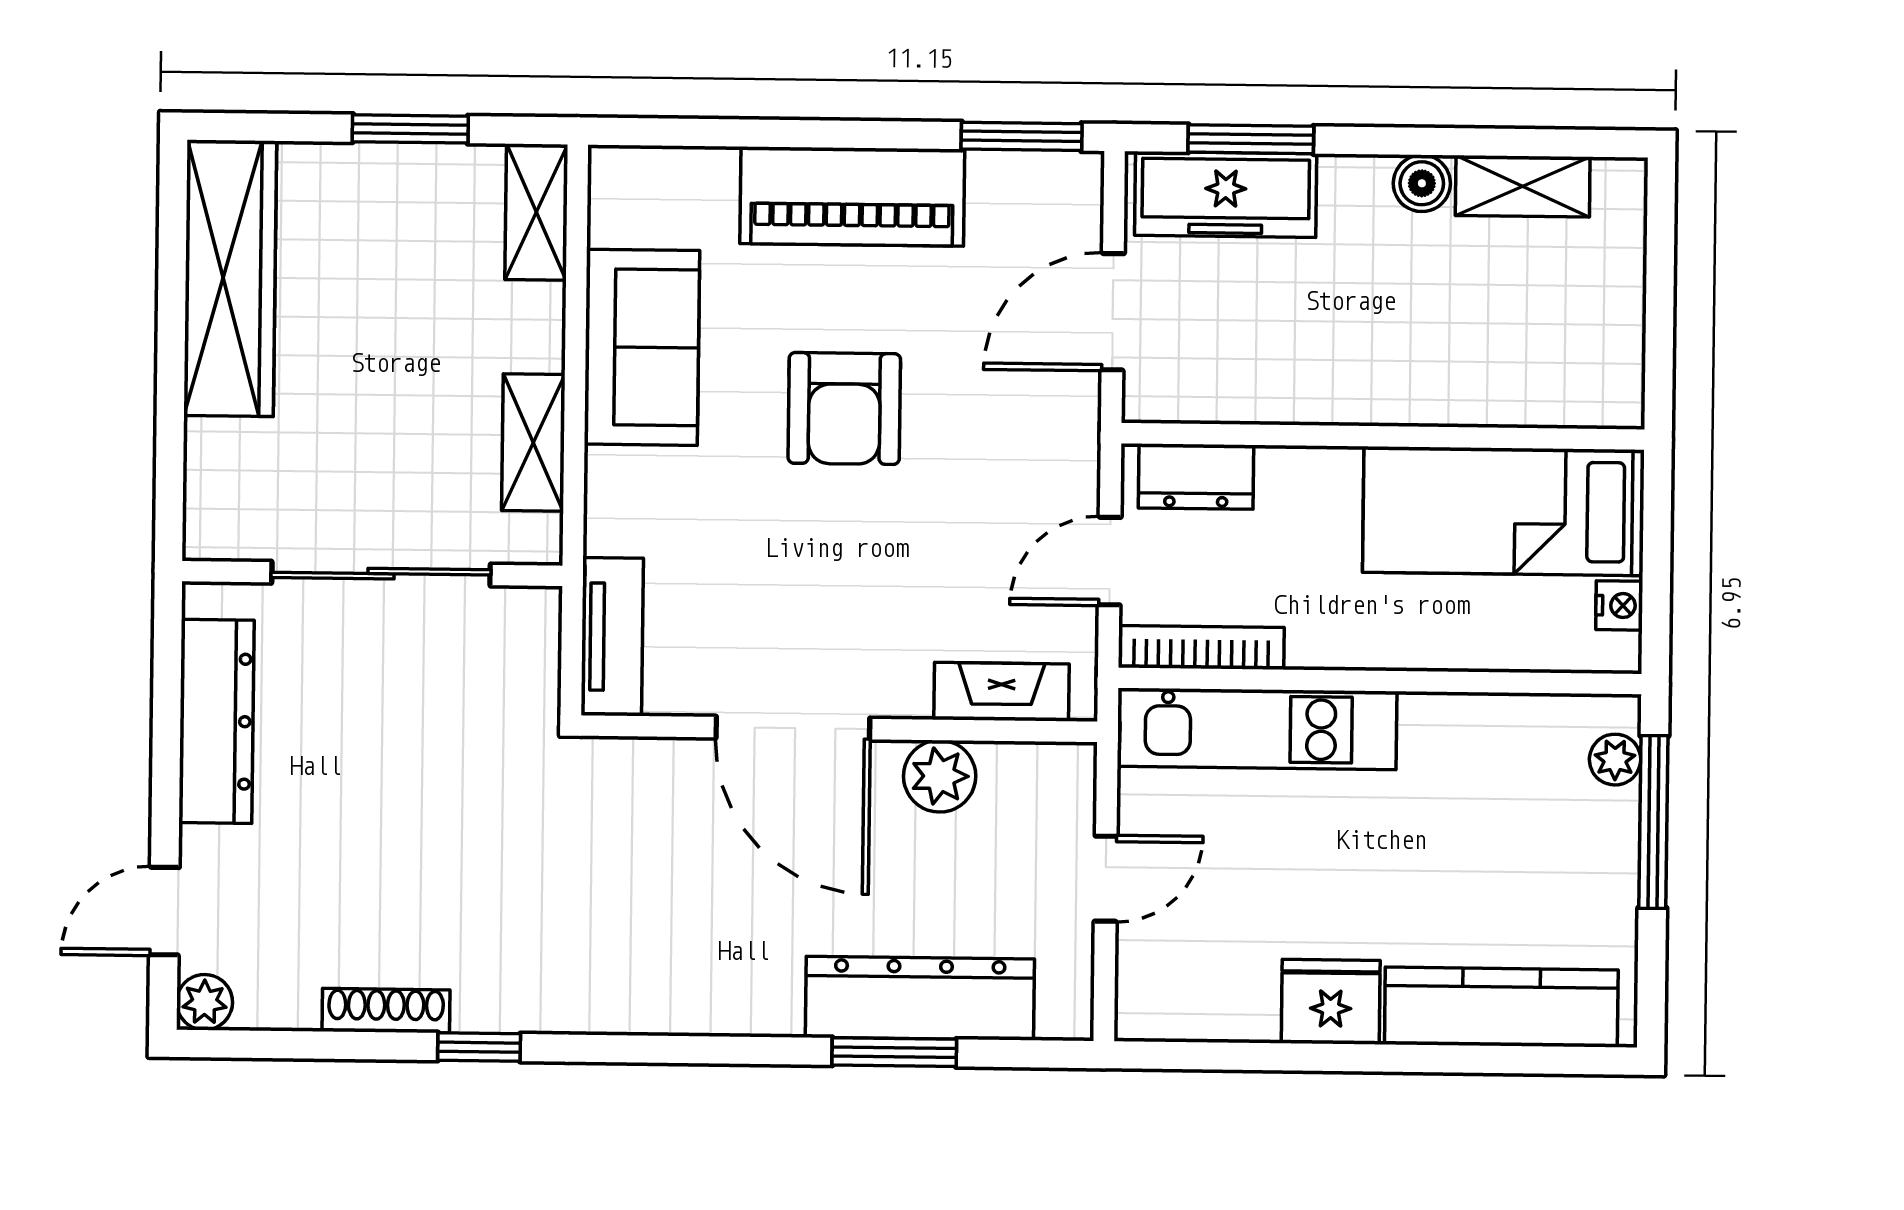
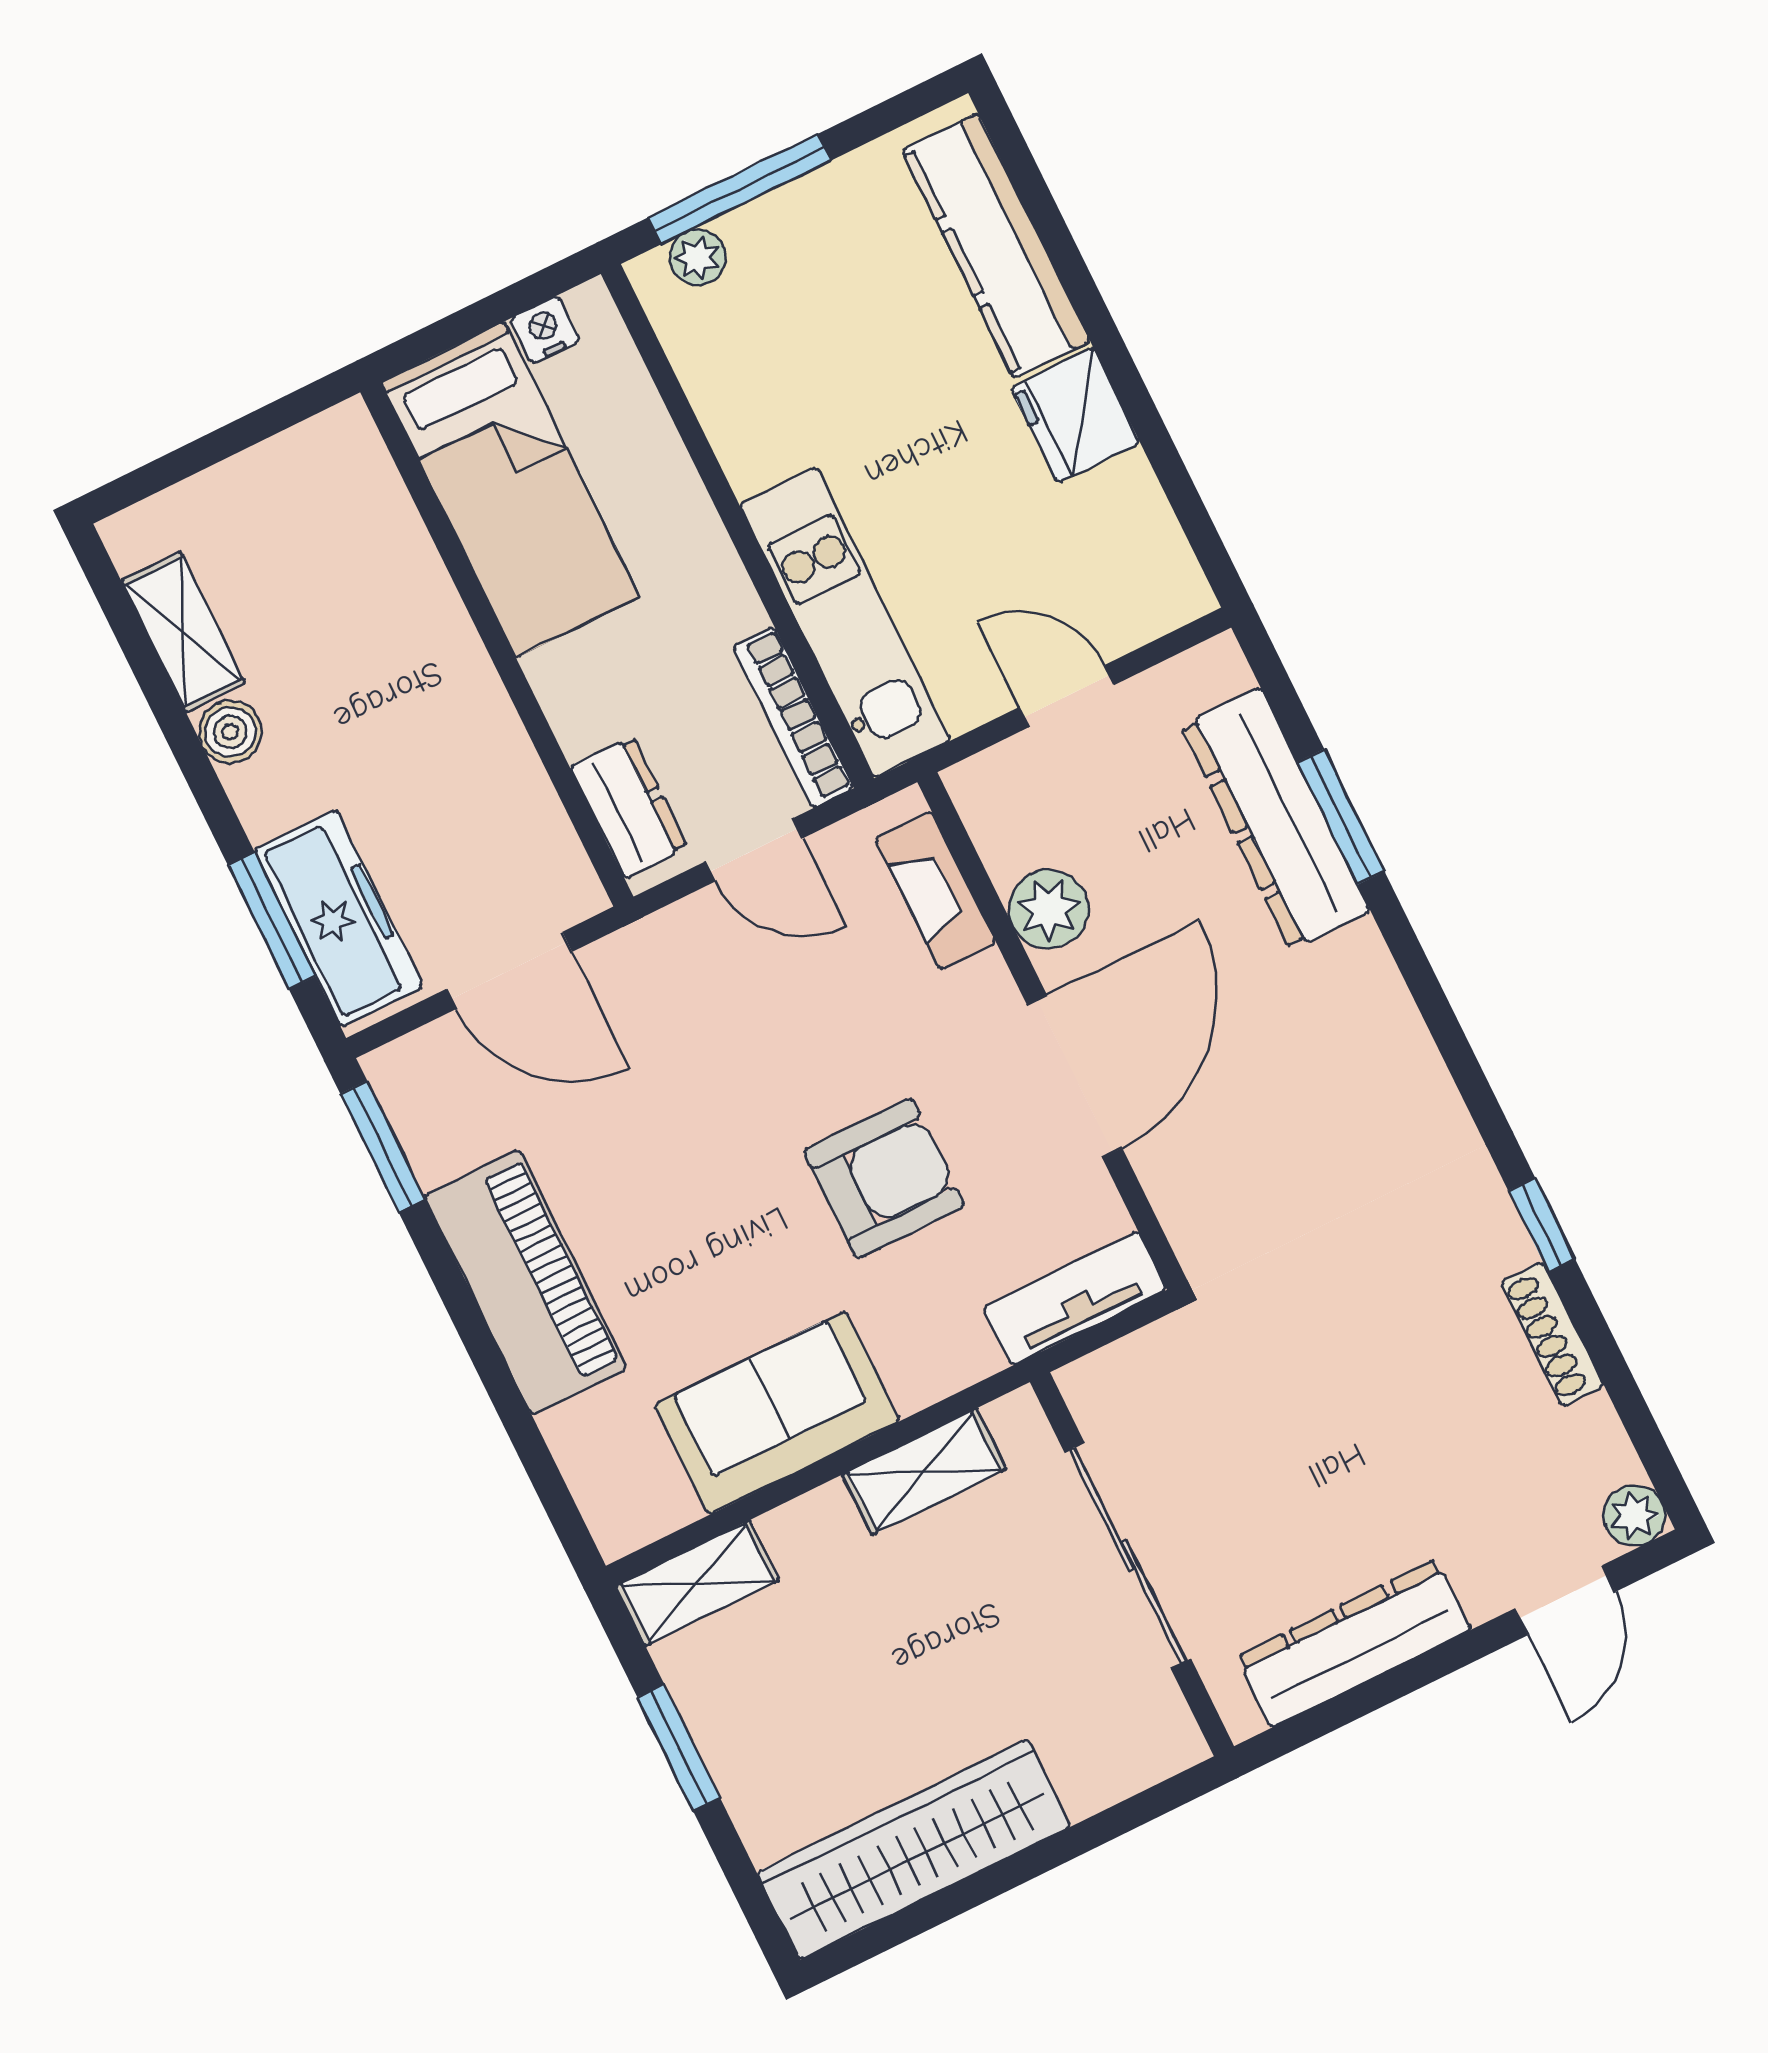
armchair: (844, 408) -> (884, 1178), moved
door: (164, 911) -> (1565, 1600), hinge flipped

